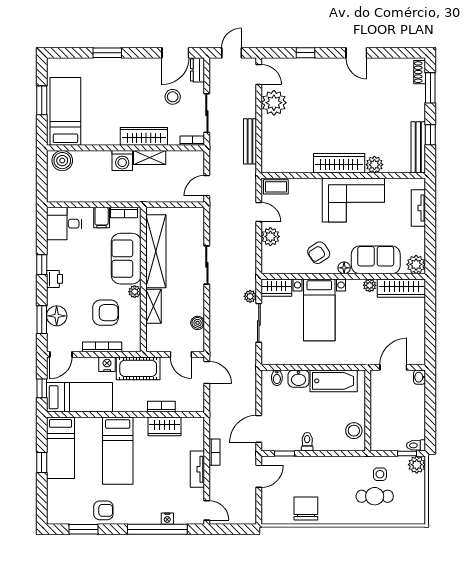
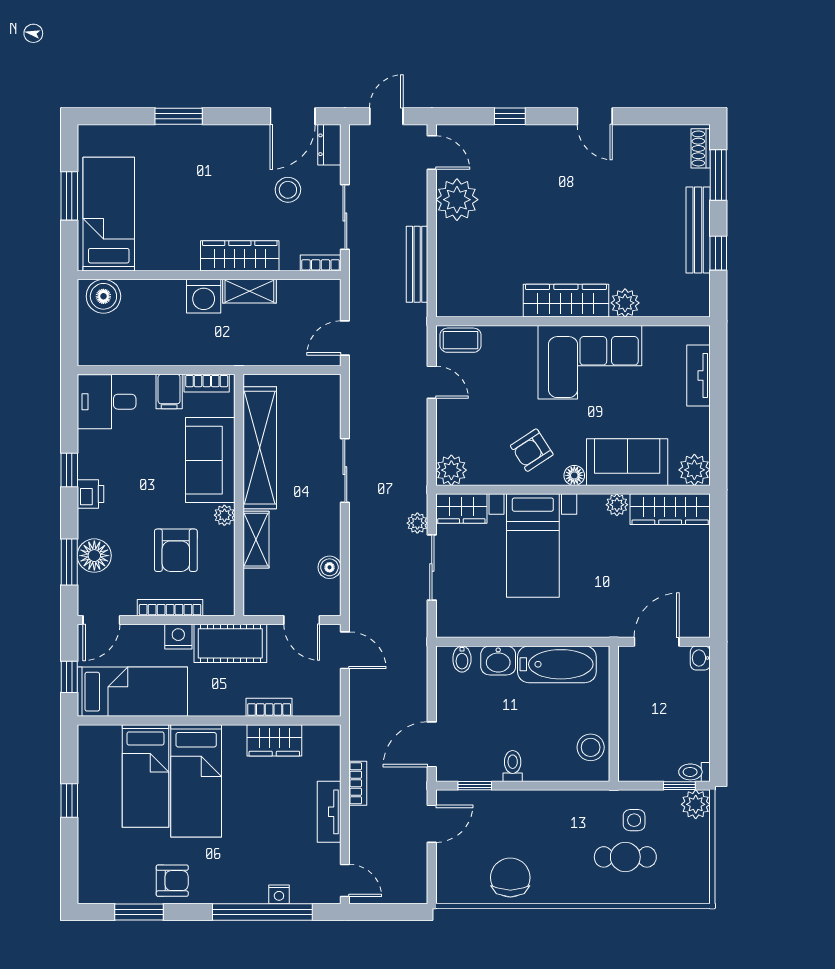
bench: (418, 147) -> (698, 230), moved
plant: (270, 237) -> (451, 470), moved
armchair: (106, 313) -> (176, 550), turned 90
bed: (60, 448) -> (145, 776), moved

